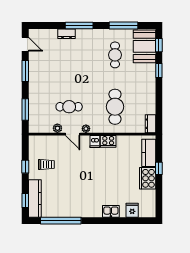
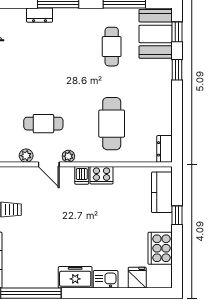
cooker: (148, 178) -> (160, 248), moved
freezer: (90, 210) -> (75, 277), added

